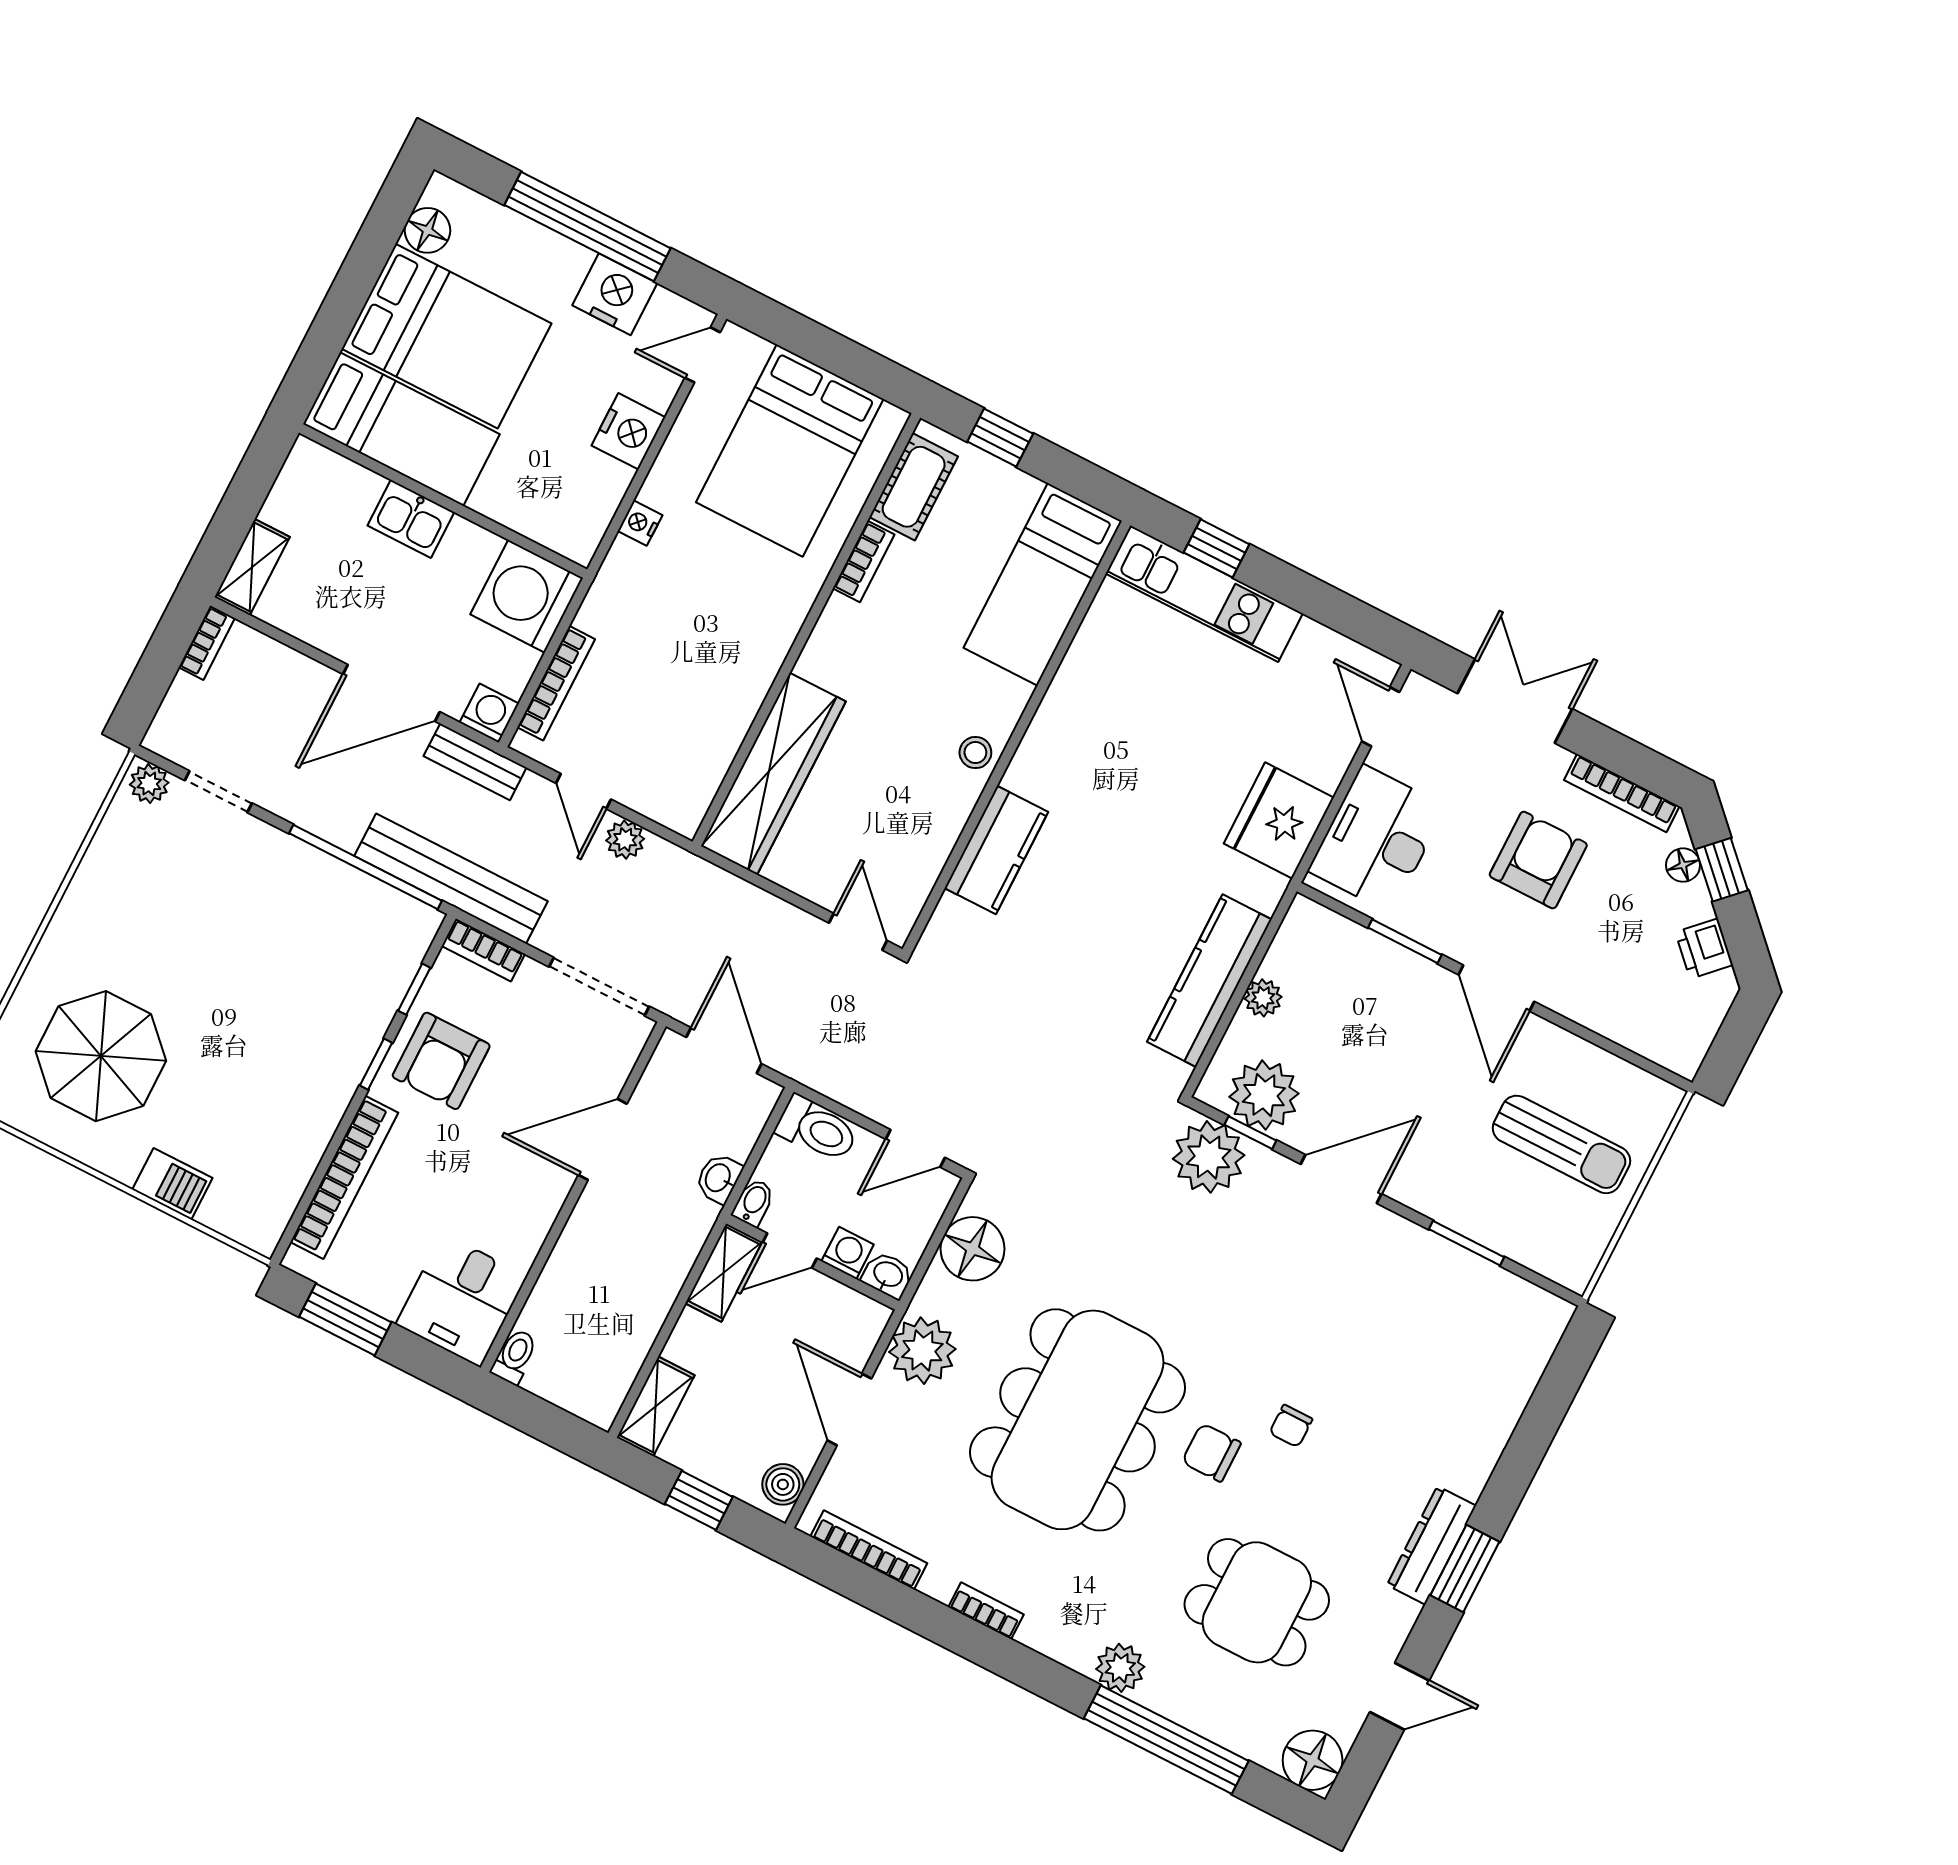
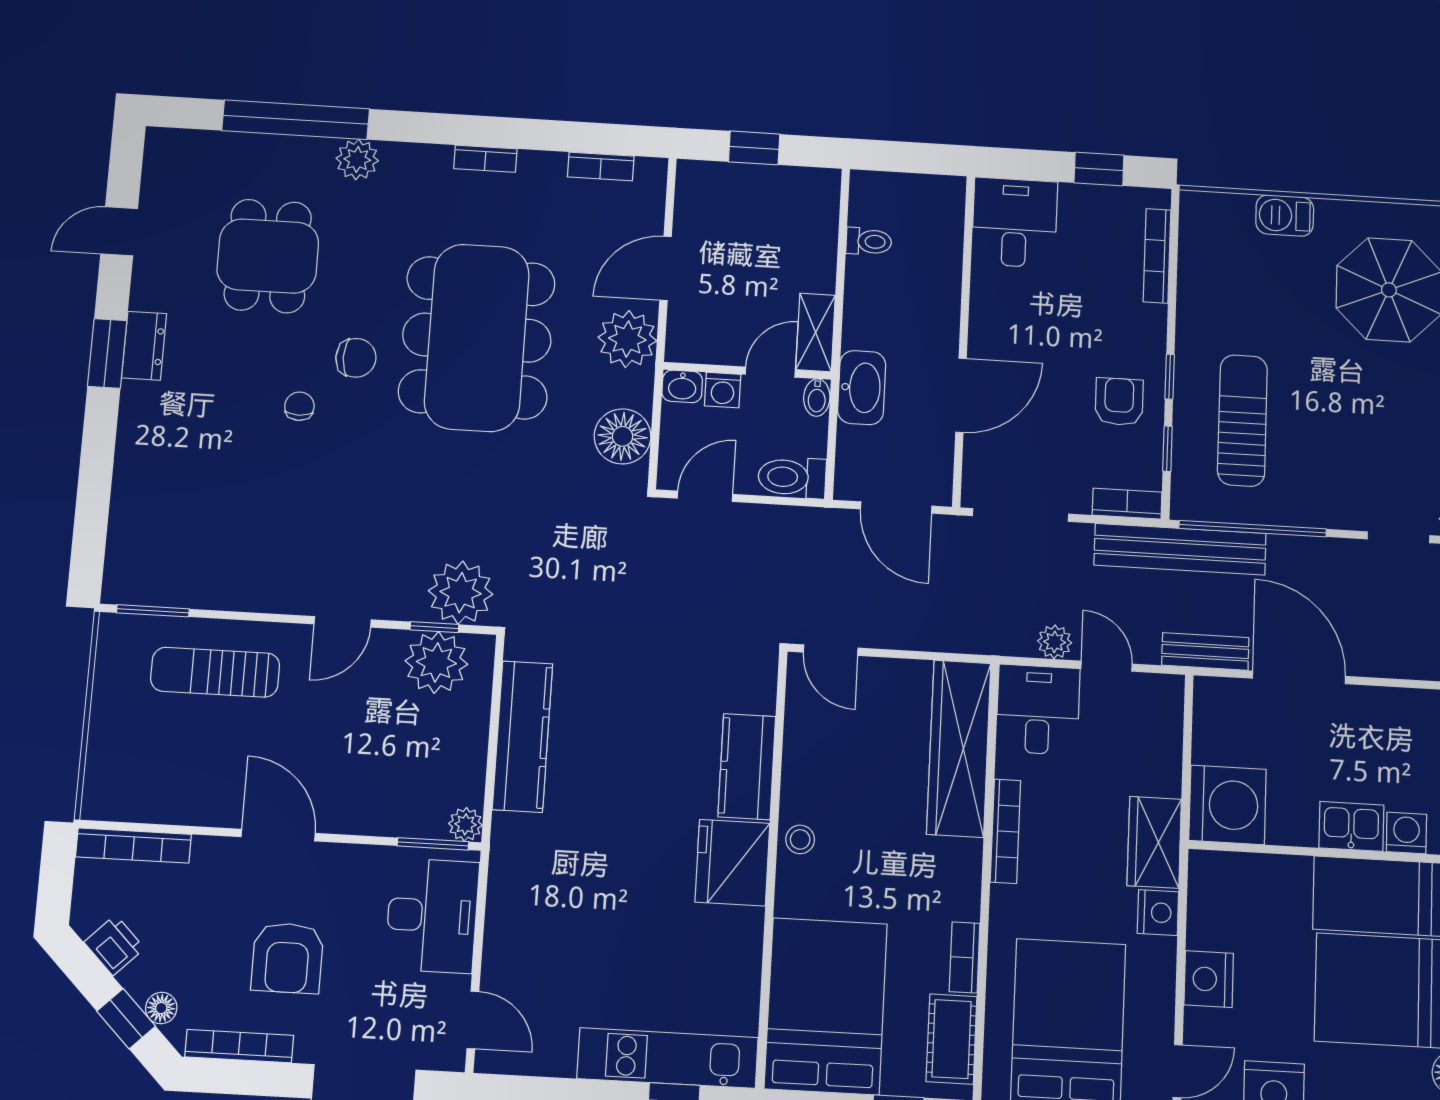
nightstand: (640, 523) -> (1158, 913), width x1.39, depth x1.35
bed: (1043, 584) -> (826, 1006), width x1.50
wardrobe: (619, 591) -> (1154, 842), added
bookcase: (556, 683) -> (1005, 831), moved, turned 180
door: (391, 693) -> (1299, 677), hinge flipped
washing machine: (489, 713) -> (1406, 833), moved, turned 180
desk: (674, 778) -> (1038, 710), added
fridge: (1279, 821) -> (732, 863), moved, turned 180
window: (1405, 941) -> (433, 844), moved
sun lounger: (322, 985) -> (1242, 420), added
plant: (1263, 998) -> (465, 824), moved
bookcase: (1645, 1041) -> (134, 846), added
armchair: (441, 1061) -> (1119, 402), width x0.72, depth x0.72
sun lounger: (1561, 1144) -> (215, 672), moved
bookcase: (344, 1177) -> (1157, 256), width x0.68, depth x0.76
washbasin: (719, 1178) -> (862, 388), width x1.91, depth x1.45
door: (1341, 1179) -> (343, 622), width x0.73
window: (1466, 1243) -> (153, 611), moved
window: (345, 1320) -> (1099, 169), width x0.67
toilet: (515, 1356) -> (869, 241), moved, turned -90
shelving: (656, 1406) -> (822, 206), removed
door: (849, 1409) -> (666, 268), swing flipped
boiler: (783, 1484) -> (693, 188), removed
dresser: (1431, 1545) -> (144, 346), width x0.70
bookcase: (869, 1550) -> (601, 166), width x0.64
dining table: (1257, 1602) -> (268, 256), turned 90
floor lamp: (1313, 1760) -> (169, 153), removed

